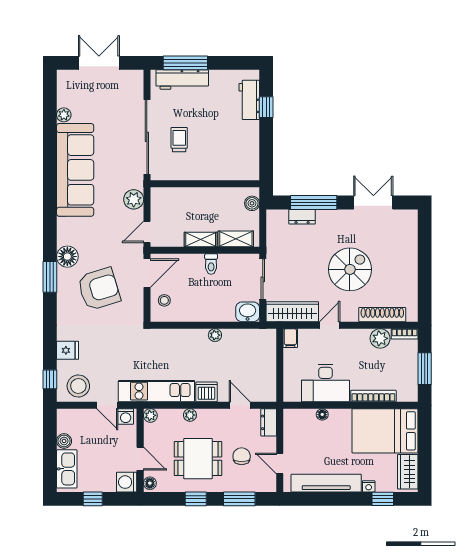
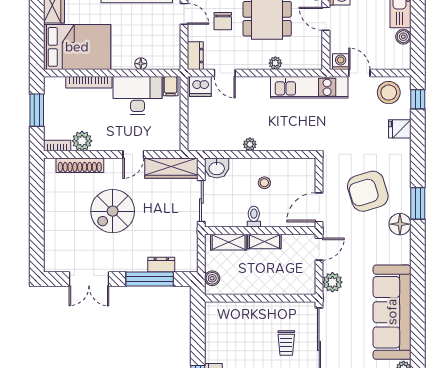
stool: (164, 300) -> (264, 183), moved
filing cabinet: (290, 338) -> (171, 86), moved, turned 180
dishwasher: (206, 392) -> (200, 87), moved
plant: (150, 415) -> (316, 63), removed

